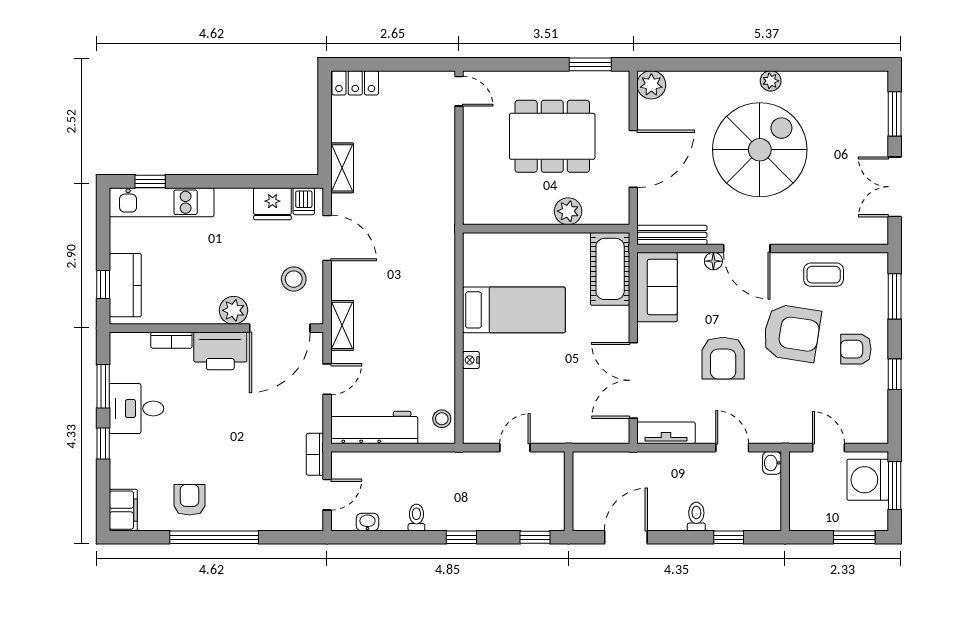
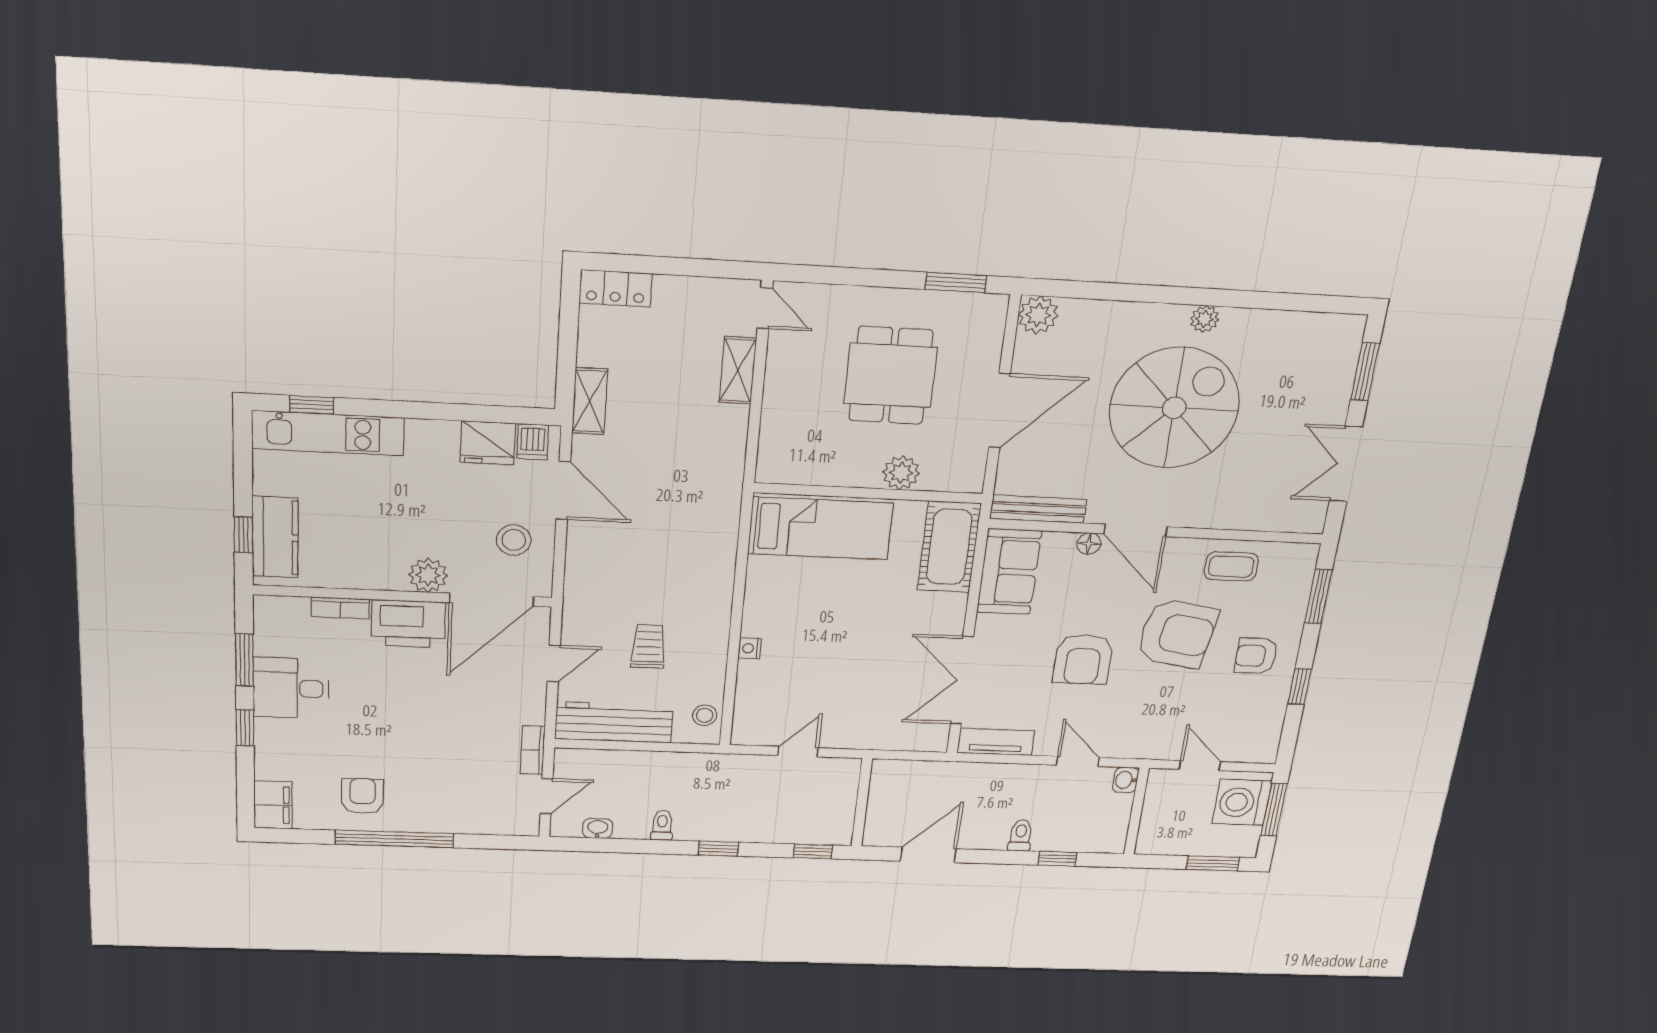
dining table: (552, 136) -> (891, 375), width x0.73
bed: (514, 310) -> (820, 528), moved
shelving: (342, 325) -> (738, 370), moved
trolley: (396, 362) -> (648, 646), added

